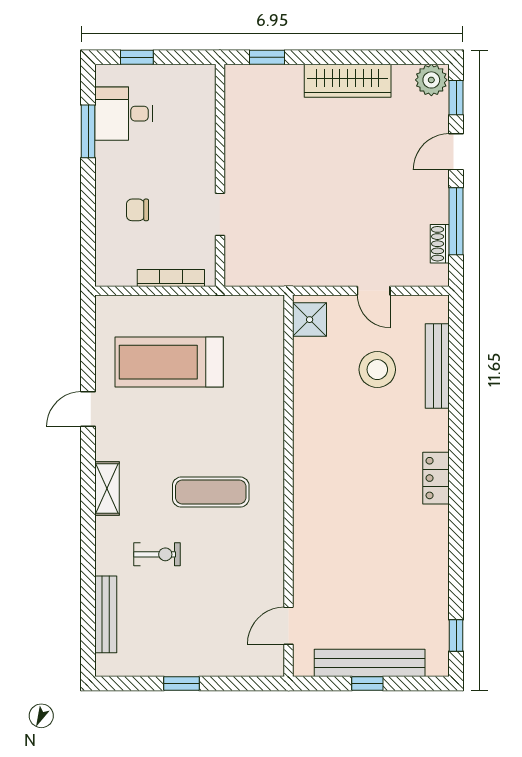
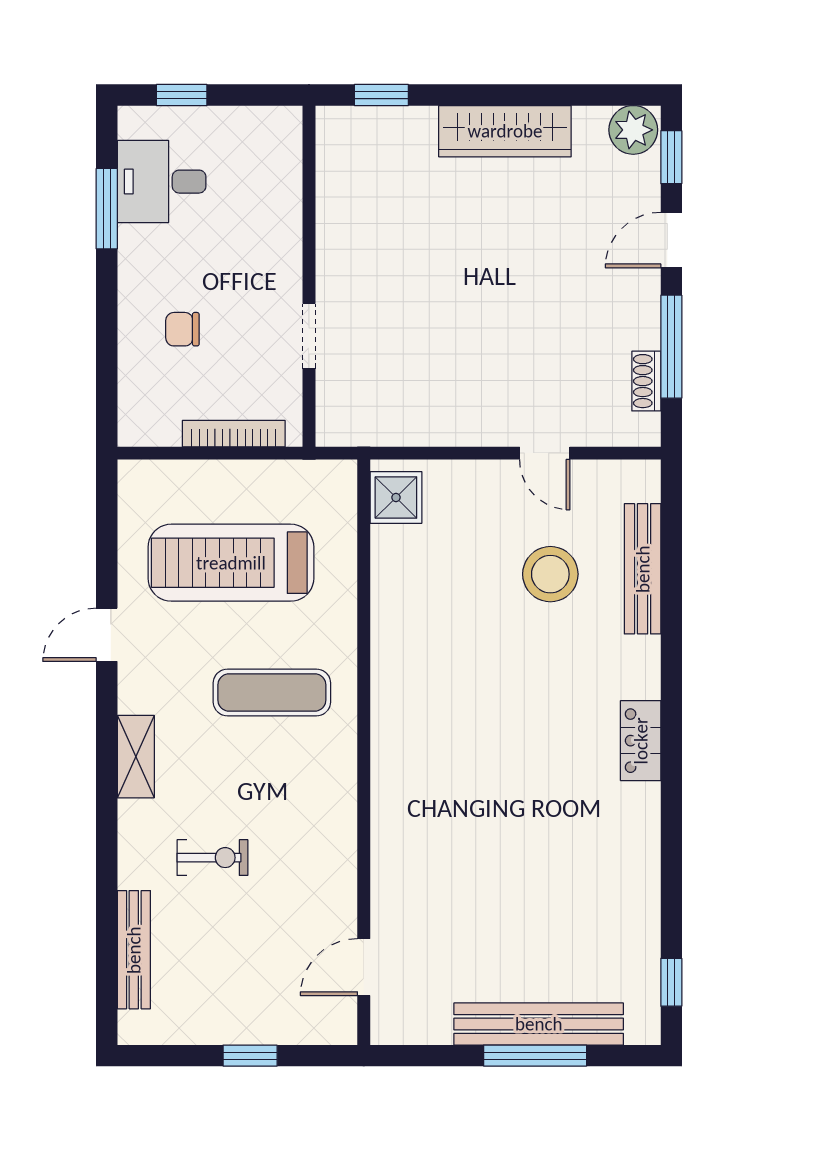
shower: (310, 320) -> (396, 497), moved
wall: (289, 486) -> (364, 752), moved
exercise mat: (211, 492) -> (272, 692), moved
door: (289, 626) -> (364, 967), moved
window: (367, 683) -> (535, 1056), width x2.17

